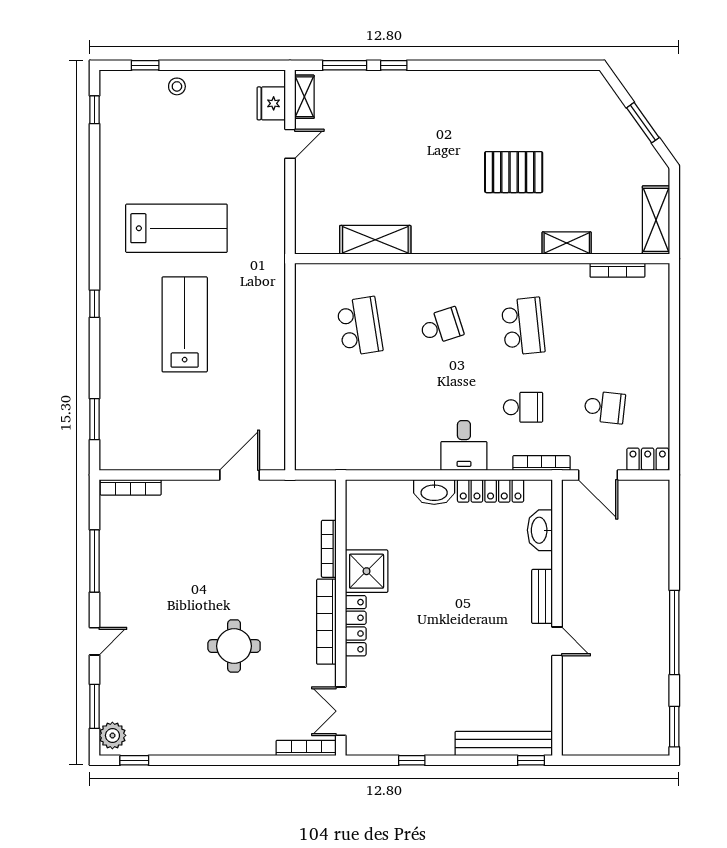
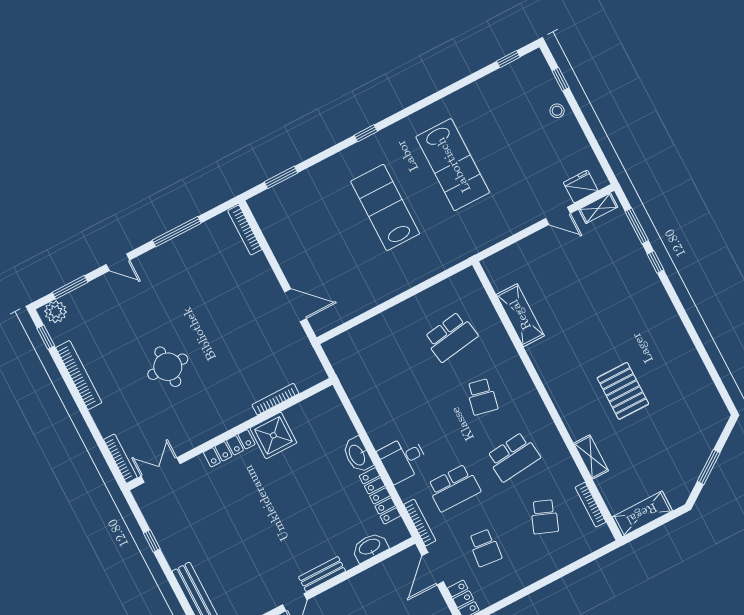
lab bench: (185, 324) -> (385, 207), turned -90
school desk: (441, 326) -> (482, 397), turned 30
school desk: (605, 326) -> (544, 517), added
school desk: (523, 407) -> (454, 488), width x1.85
bookcase: (326, 622) -> (79, 375), moved, turned 90

